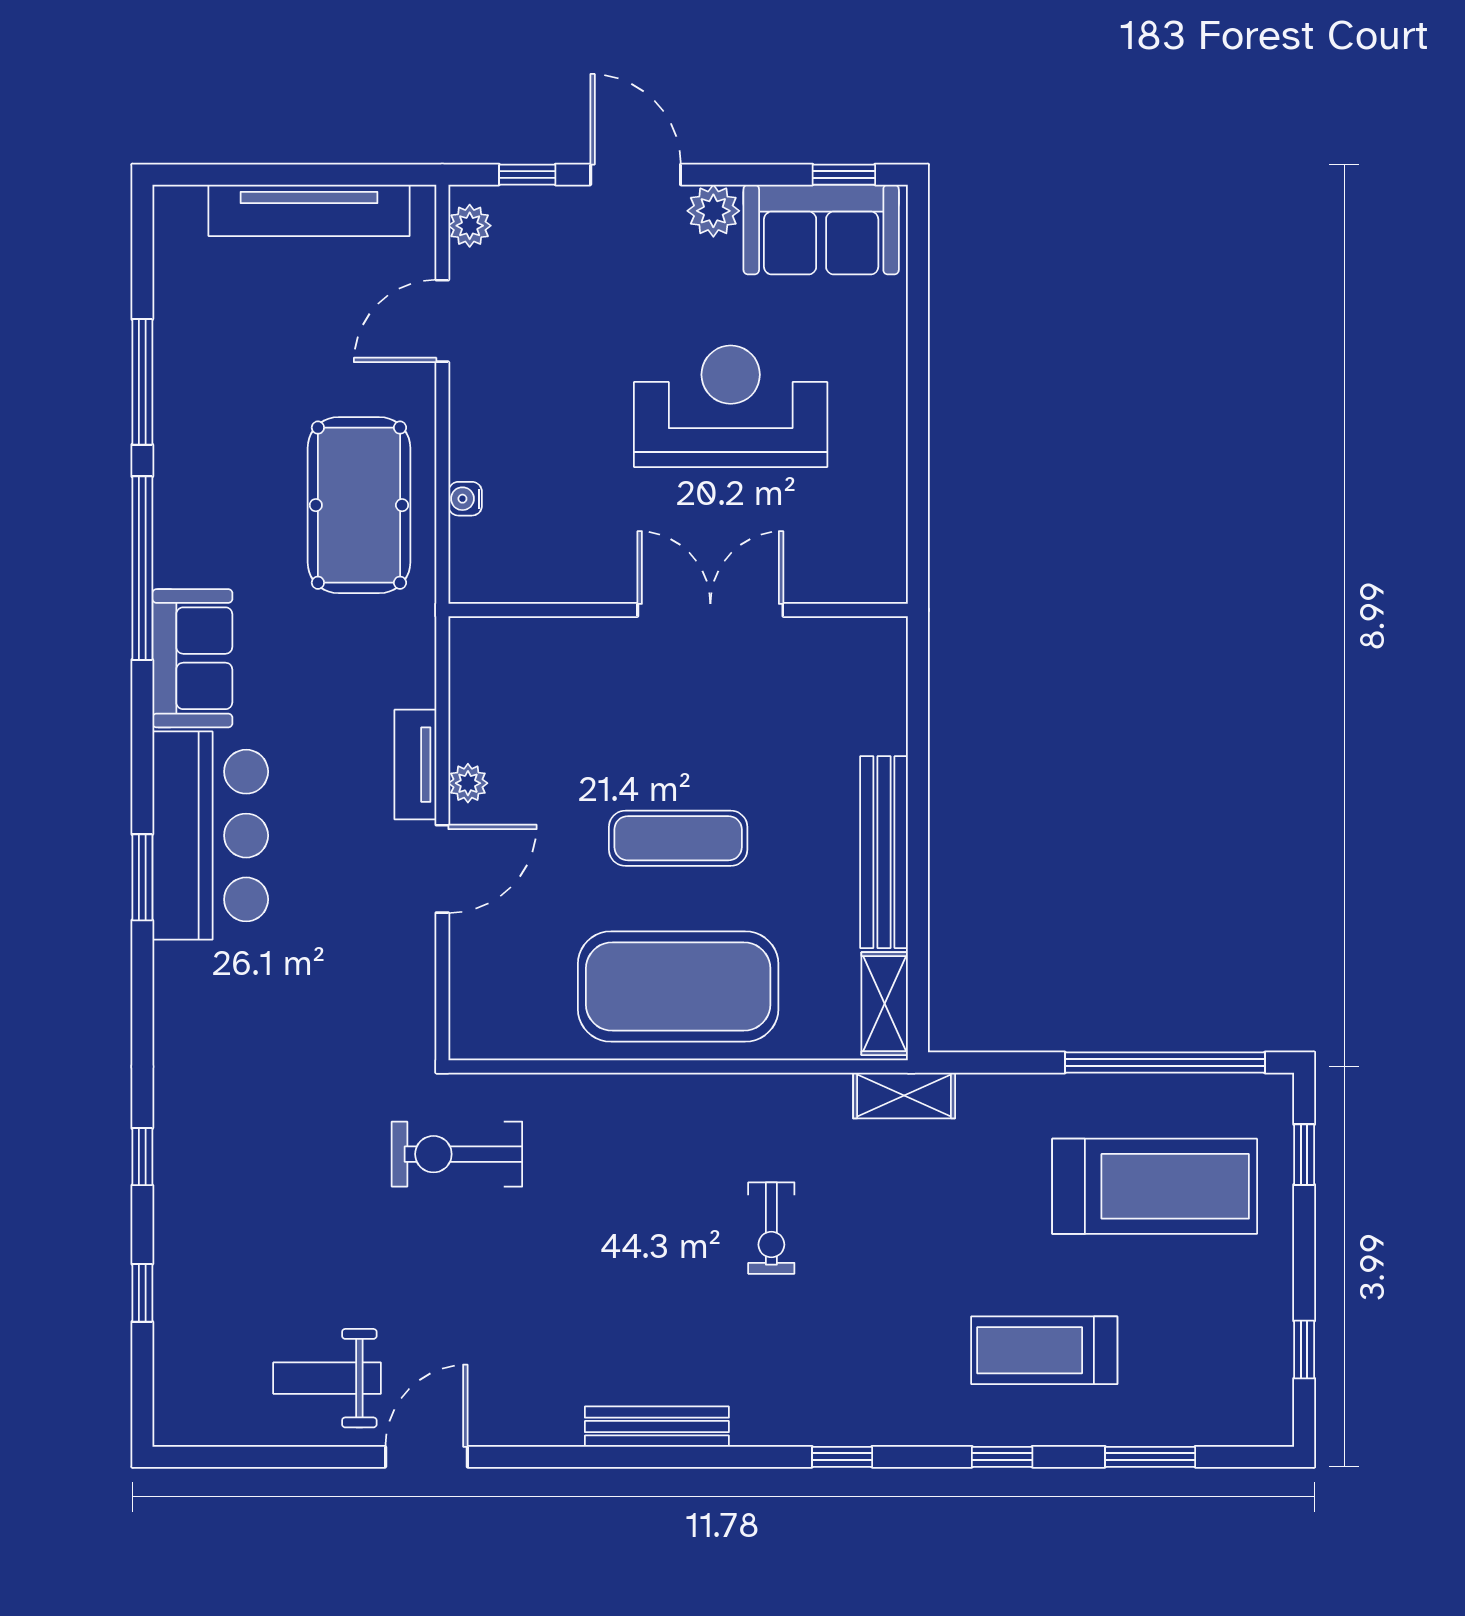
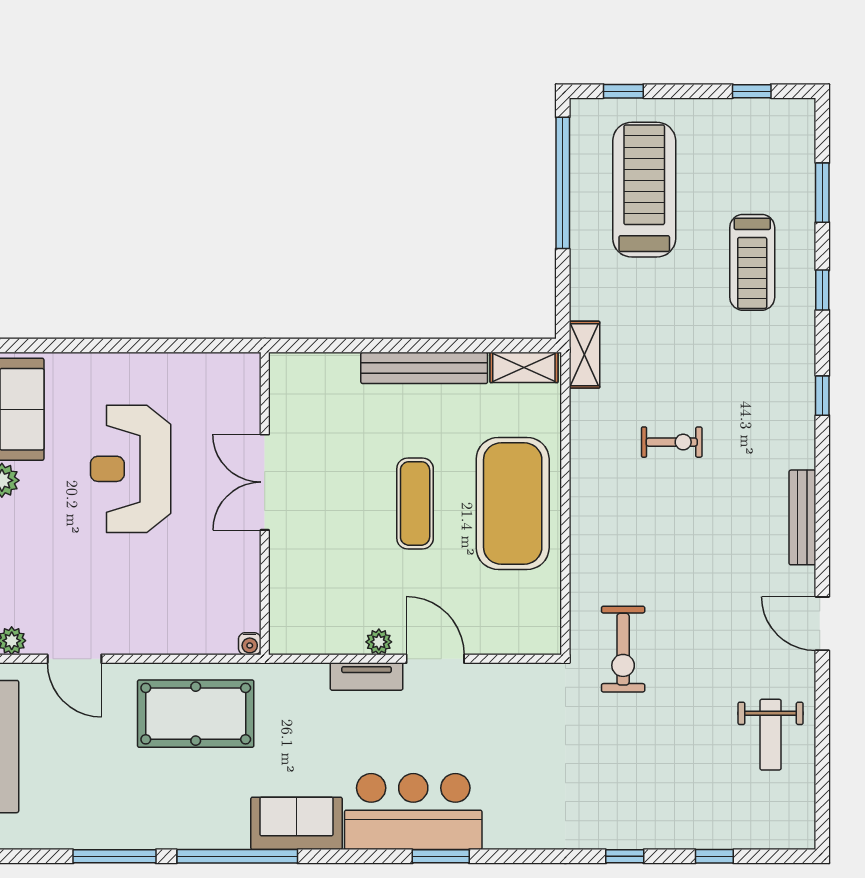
water cooler: (465, 499) -> (250, 644), moved
door: (426, 1457) -> (822, 624), moved

